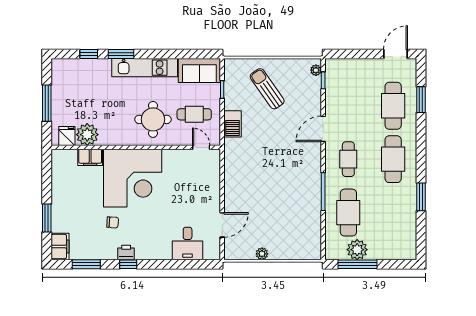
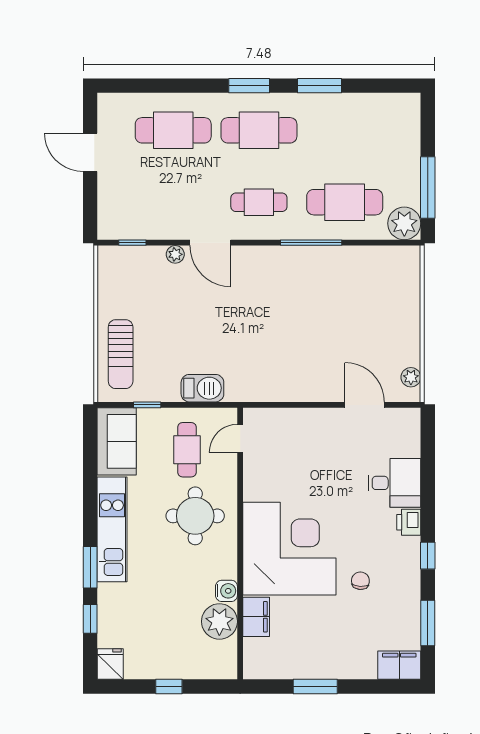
door: (395, 54) -> (90, 152), moved
plant: (316, 70) -> (175, 254), moved
sun lounger: (267, 89) -> (121, 354), moved, turned -55
window: (421, 100) -> (249, 86), moved
window: (47, 103) -> (169, 687), width x0.46
fridge: (67, 136) -> (110, 664), moved, turned 90
water cooler: (106, 139) -> (226, 591), added
window: (47, 218) -> (315, 687), moved
desk: (188, 243) -> (394, 483), moved
plant: (357, 250) -> (404, 223), moved
printer: (126, 252) -> (409, 522), moved
plant: (262, 254) -> (411, 377), moved

